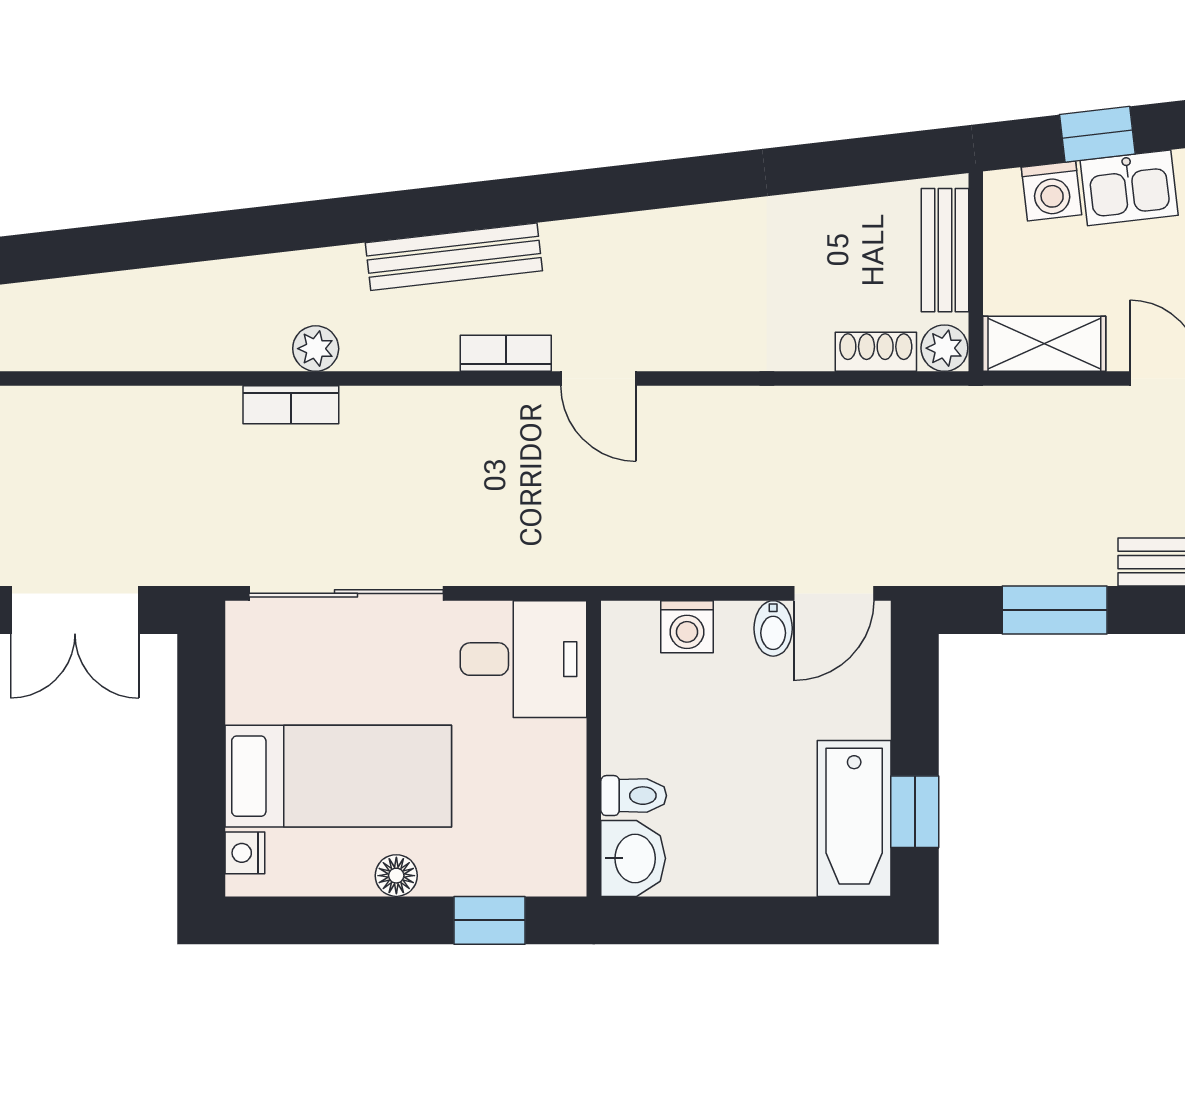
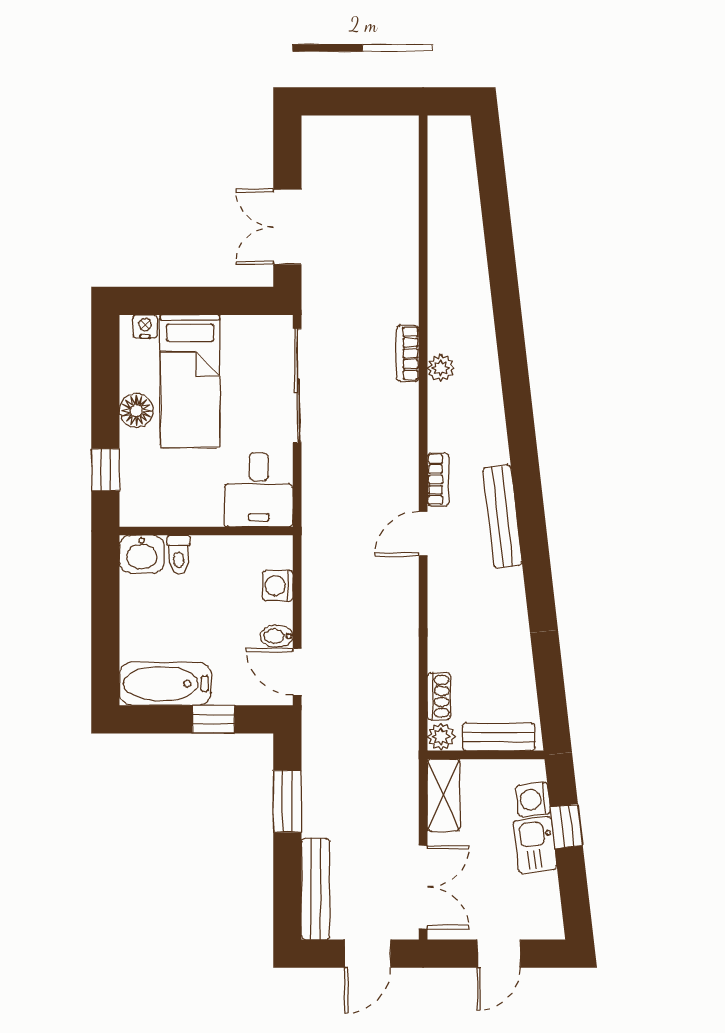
bench: (454, 257) -> (502, 516), moved
window: (915, 812) -> (213, 719), moved
floor lamp: (396, 876) -> (136, 411), width x1.37, depth x1.37

